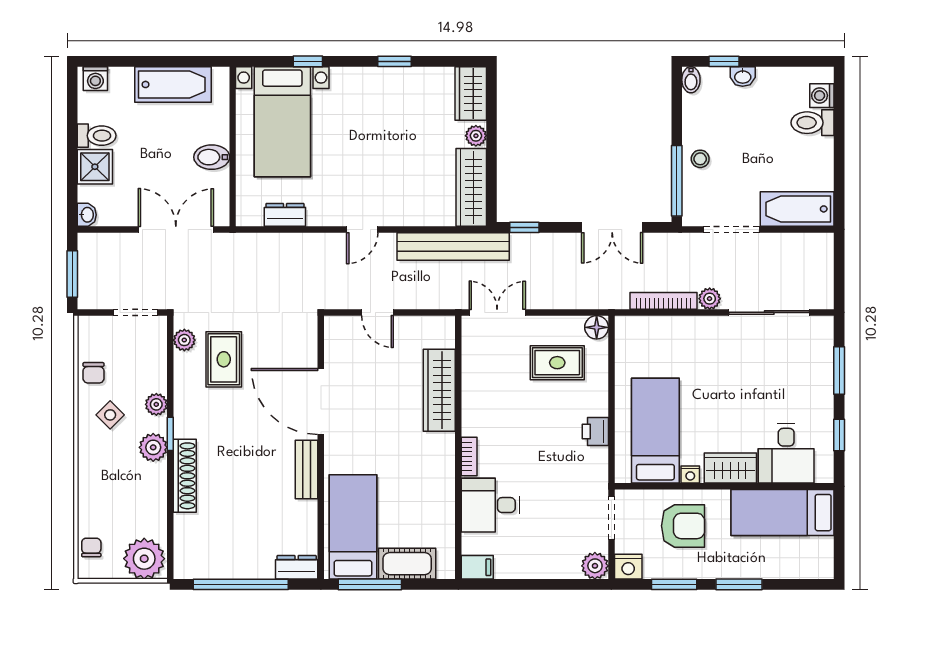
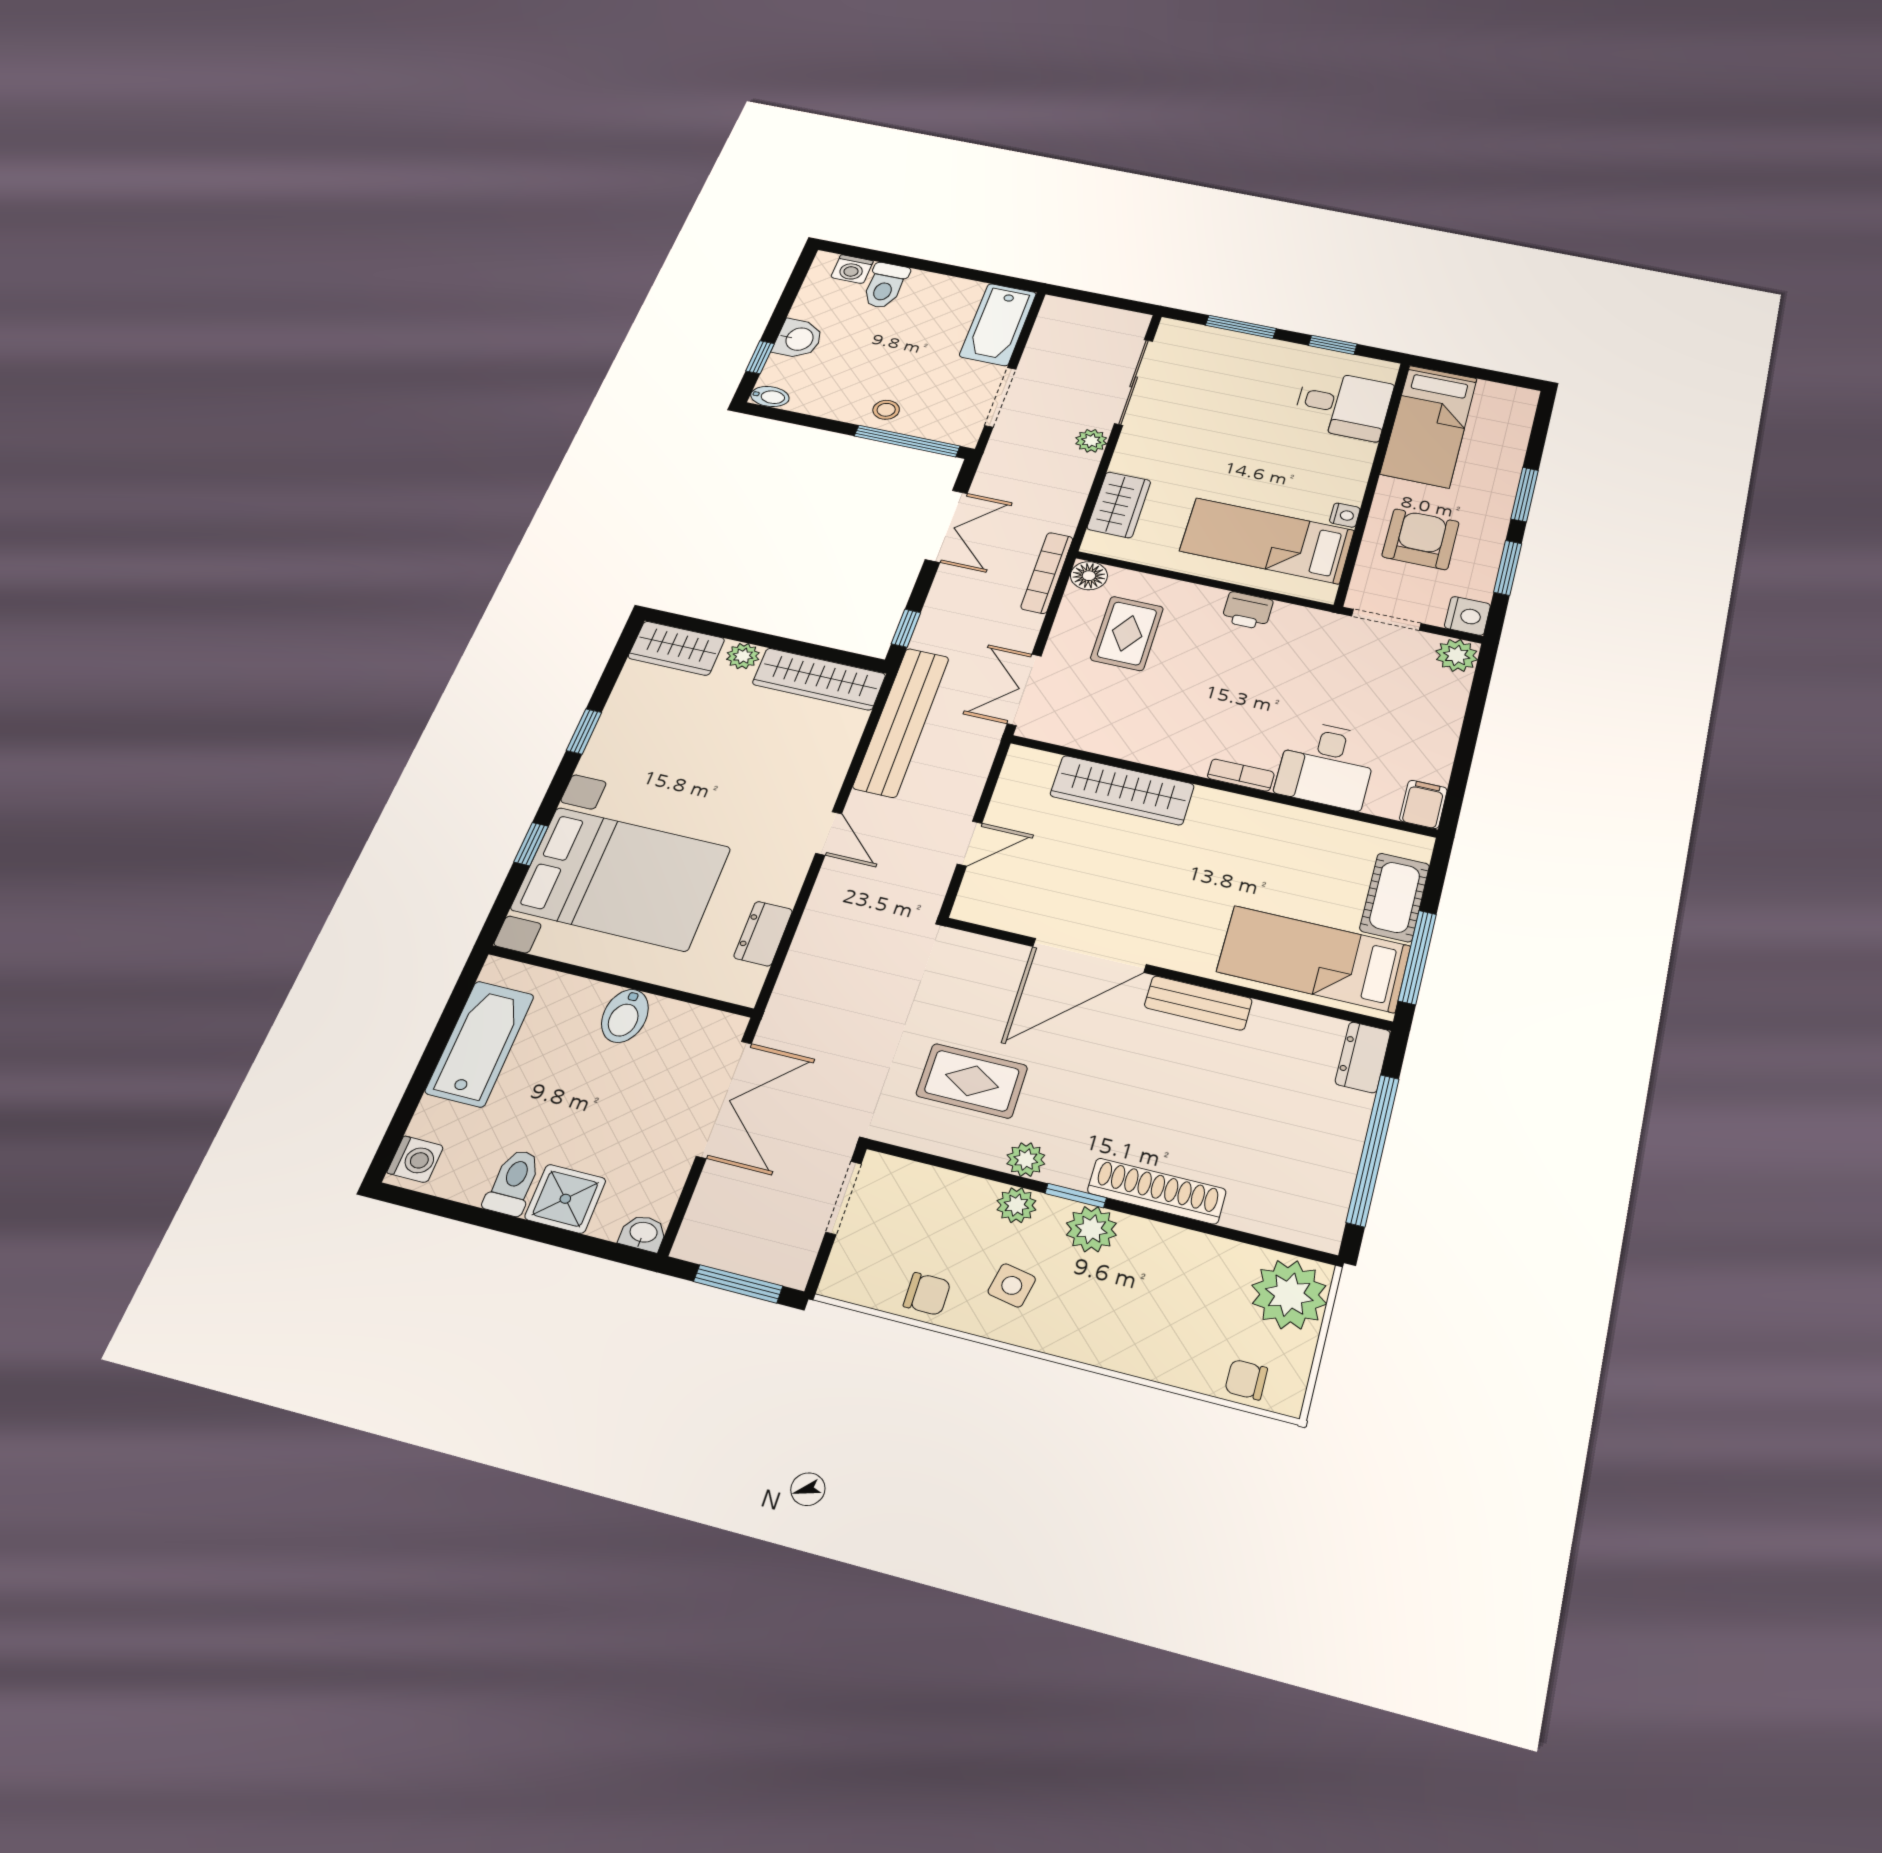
washbasin: (743, 77) -> (798, 339), width x1.38, depth x1.45
bed with nightstands: (282, 122) -> (621, 878), width x1.36
double door: (176, 229) -> (724, 1099), swing flipped
bookcase: (663, 301) -> (1047, 573), moved
plant: (184, 340) -> (1026, 1160), moved
side table: (110, 415) -> (1012, 1285), turned -34
wardrobe: (730, 468) -> (1119, 505), moved, turned 180

